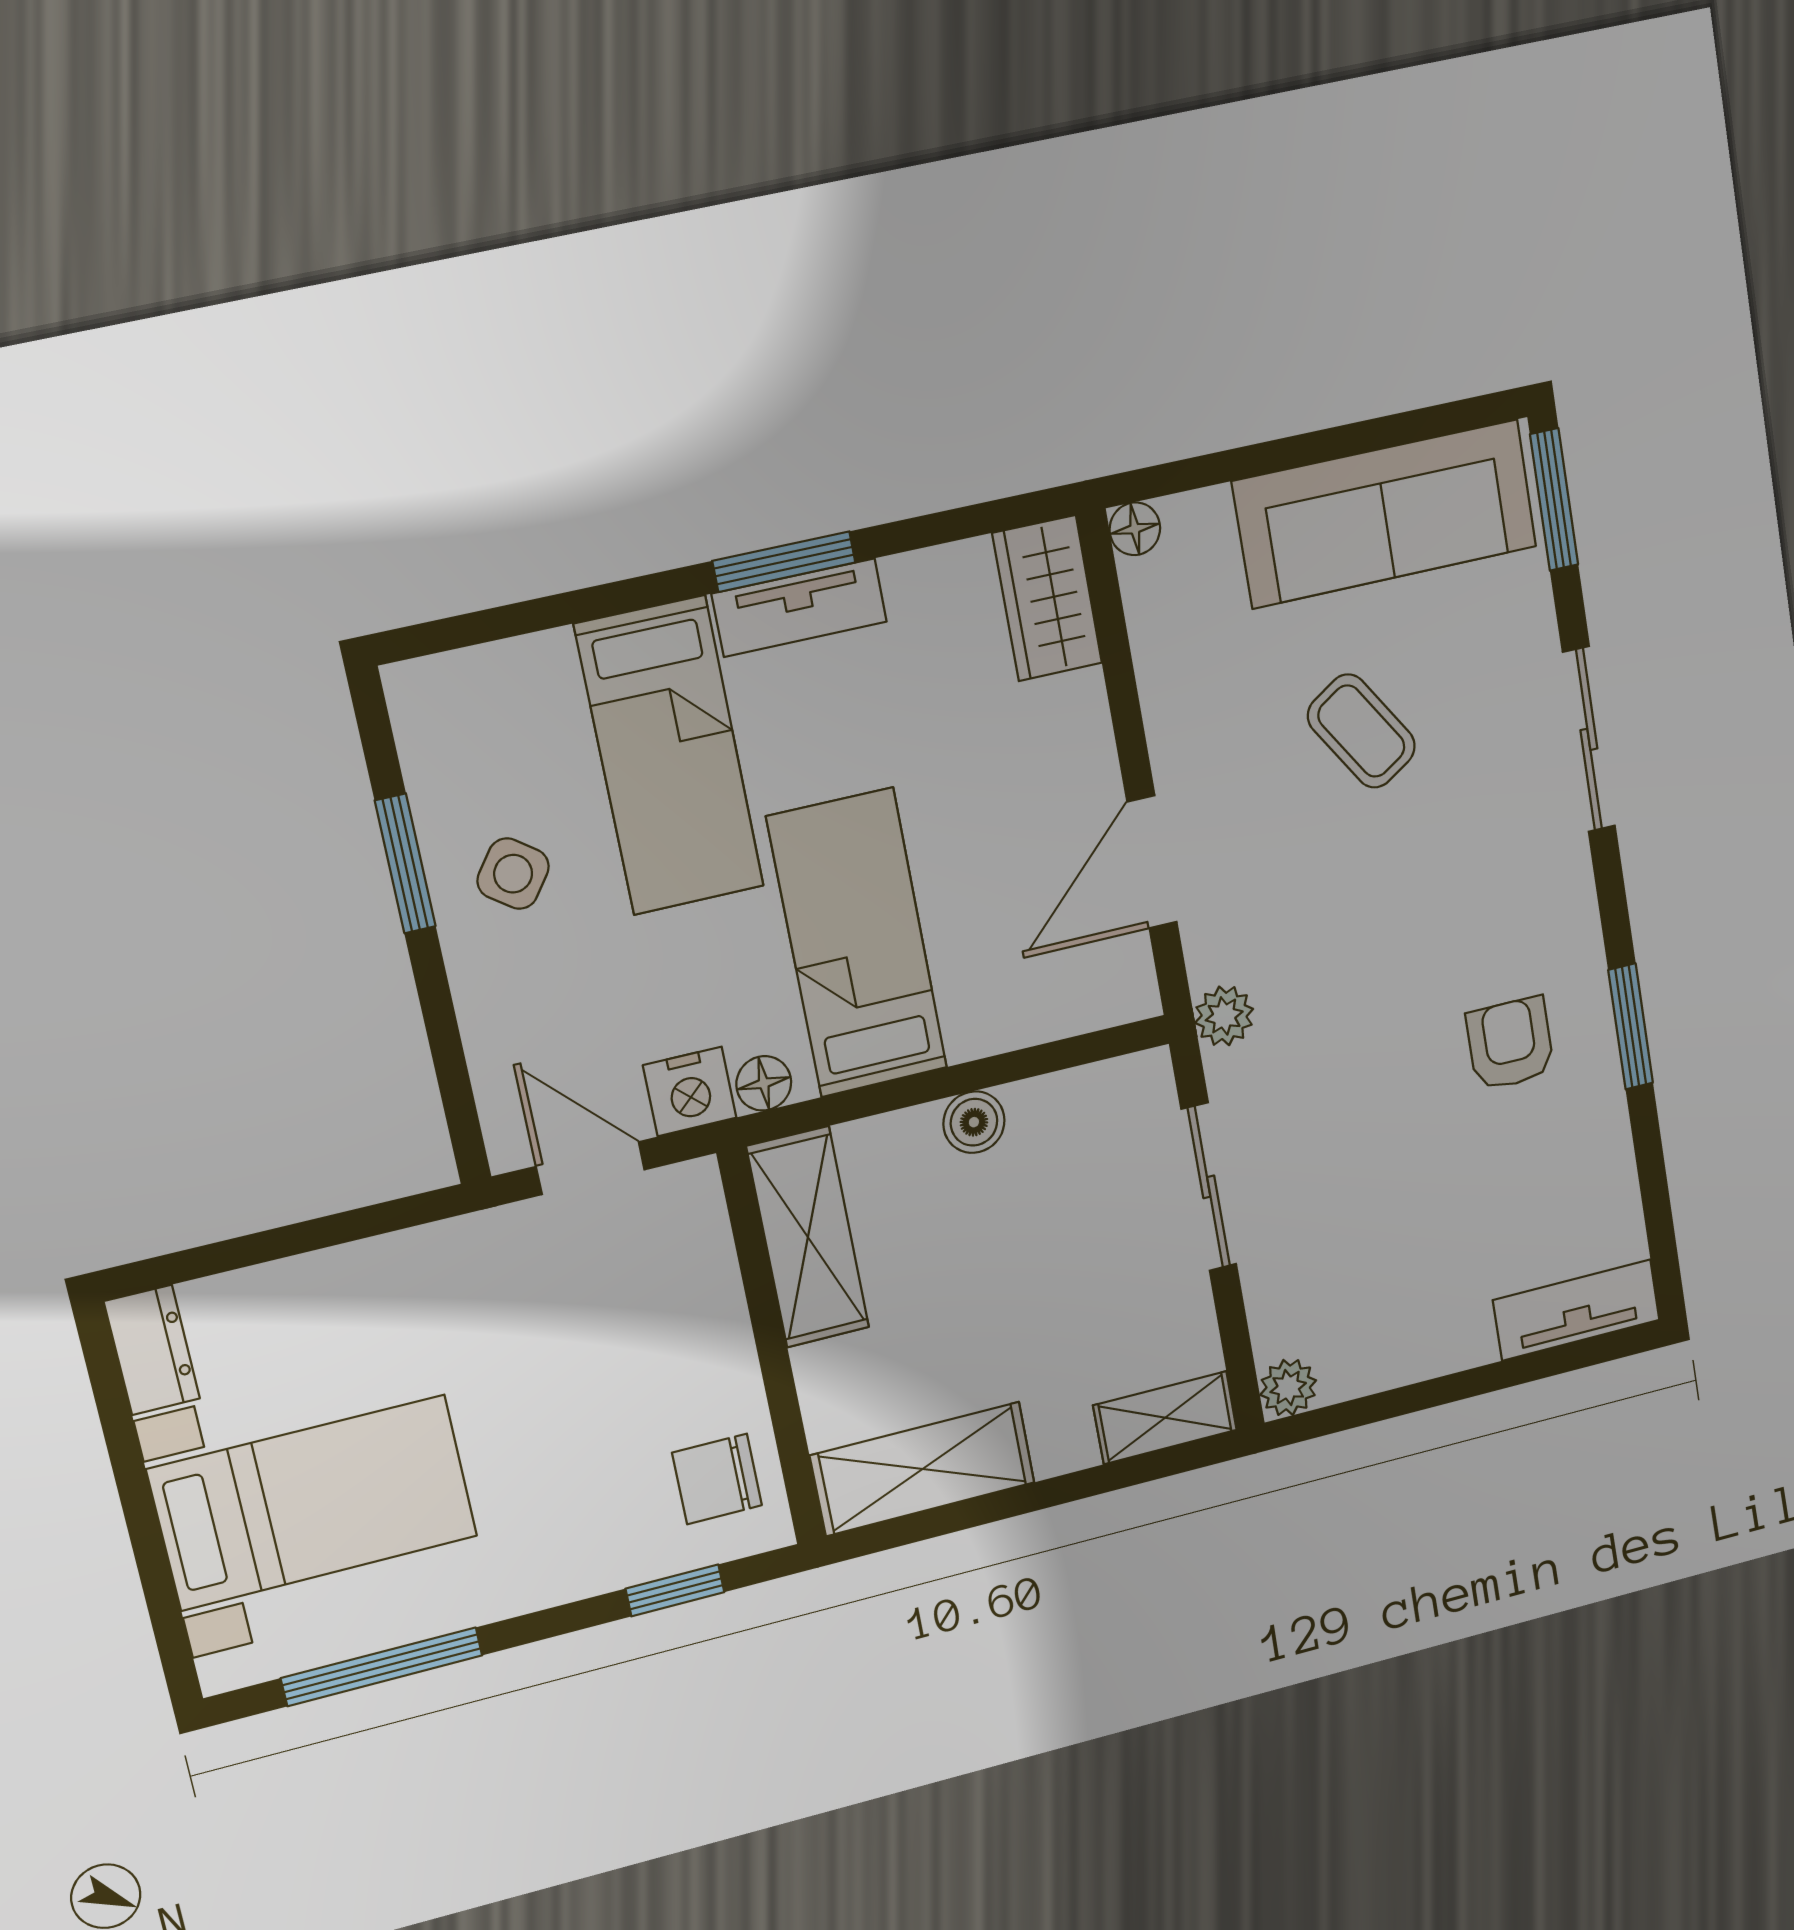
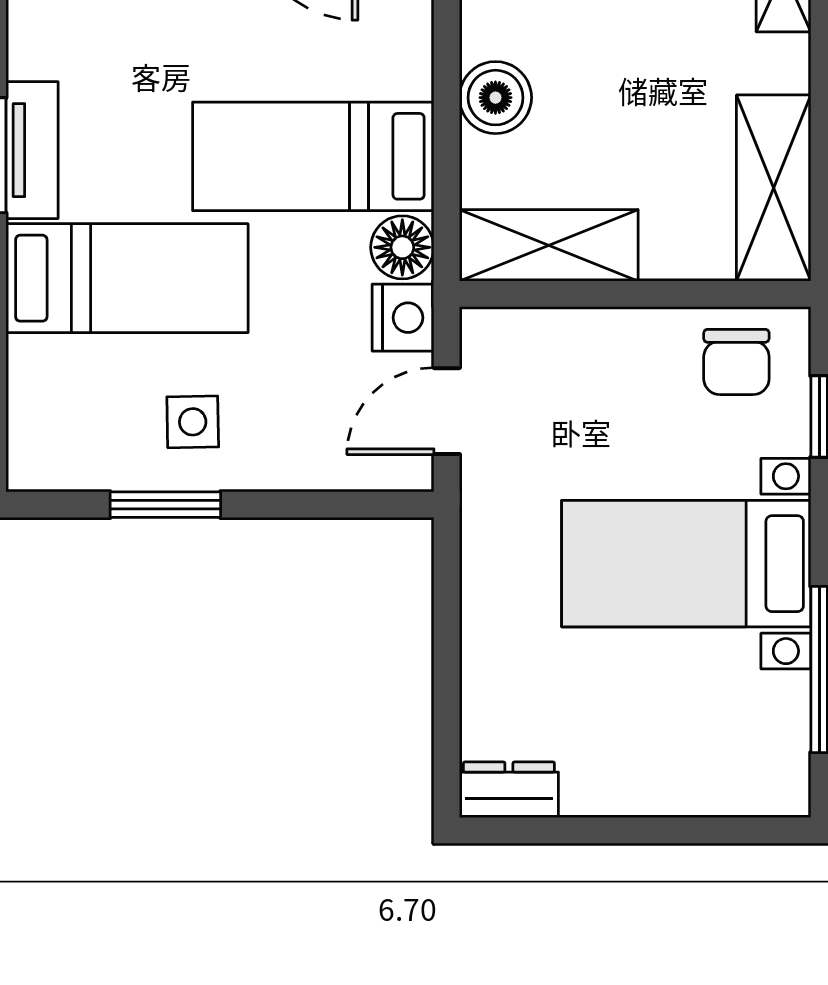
side table: (513, 874) -> (193, 422), turned -37
floor lamp: (764, 1083) -> (402, 247), width x1.37, depth x1.37
boiler: (974, 1122) -> (495, 98), width x1.36, depth x1.36
bed with nightstands: (313, 1503) -> (686, 564), moved, turned -90

